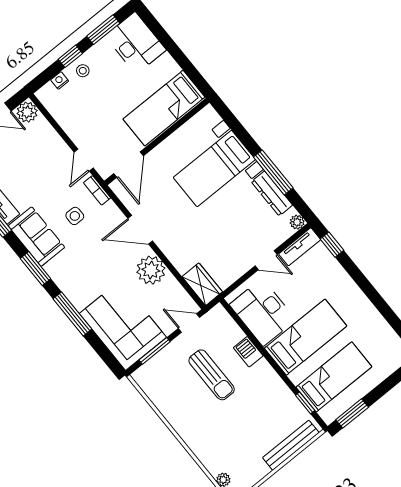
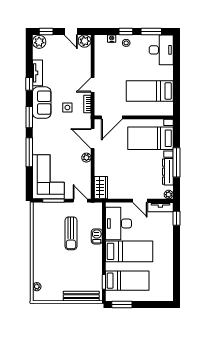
wall: (157, 142) -> (134, 117), moved
door: (128, 165) -> (112, 117), moved
plant: (151, 270) -> (86, 158), width x0.53, depth x0.53

